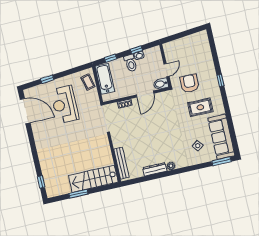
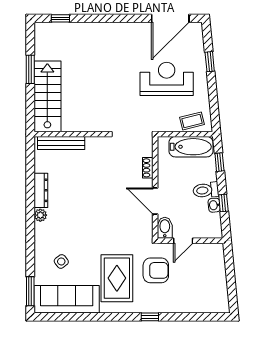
door: (167, 70) -> (183, 241), hinge flipped
rug: (200, 107) -> (117, 278), width x1.36, depth x1.43

